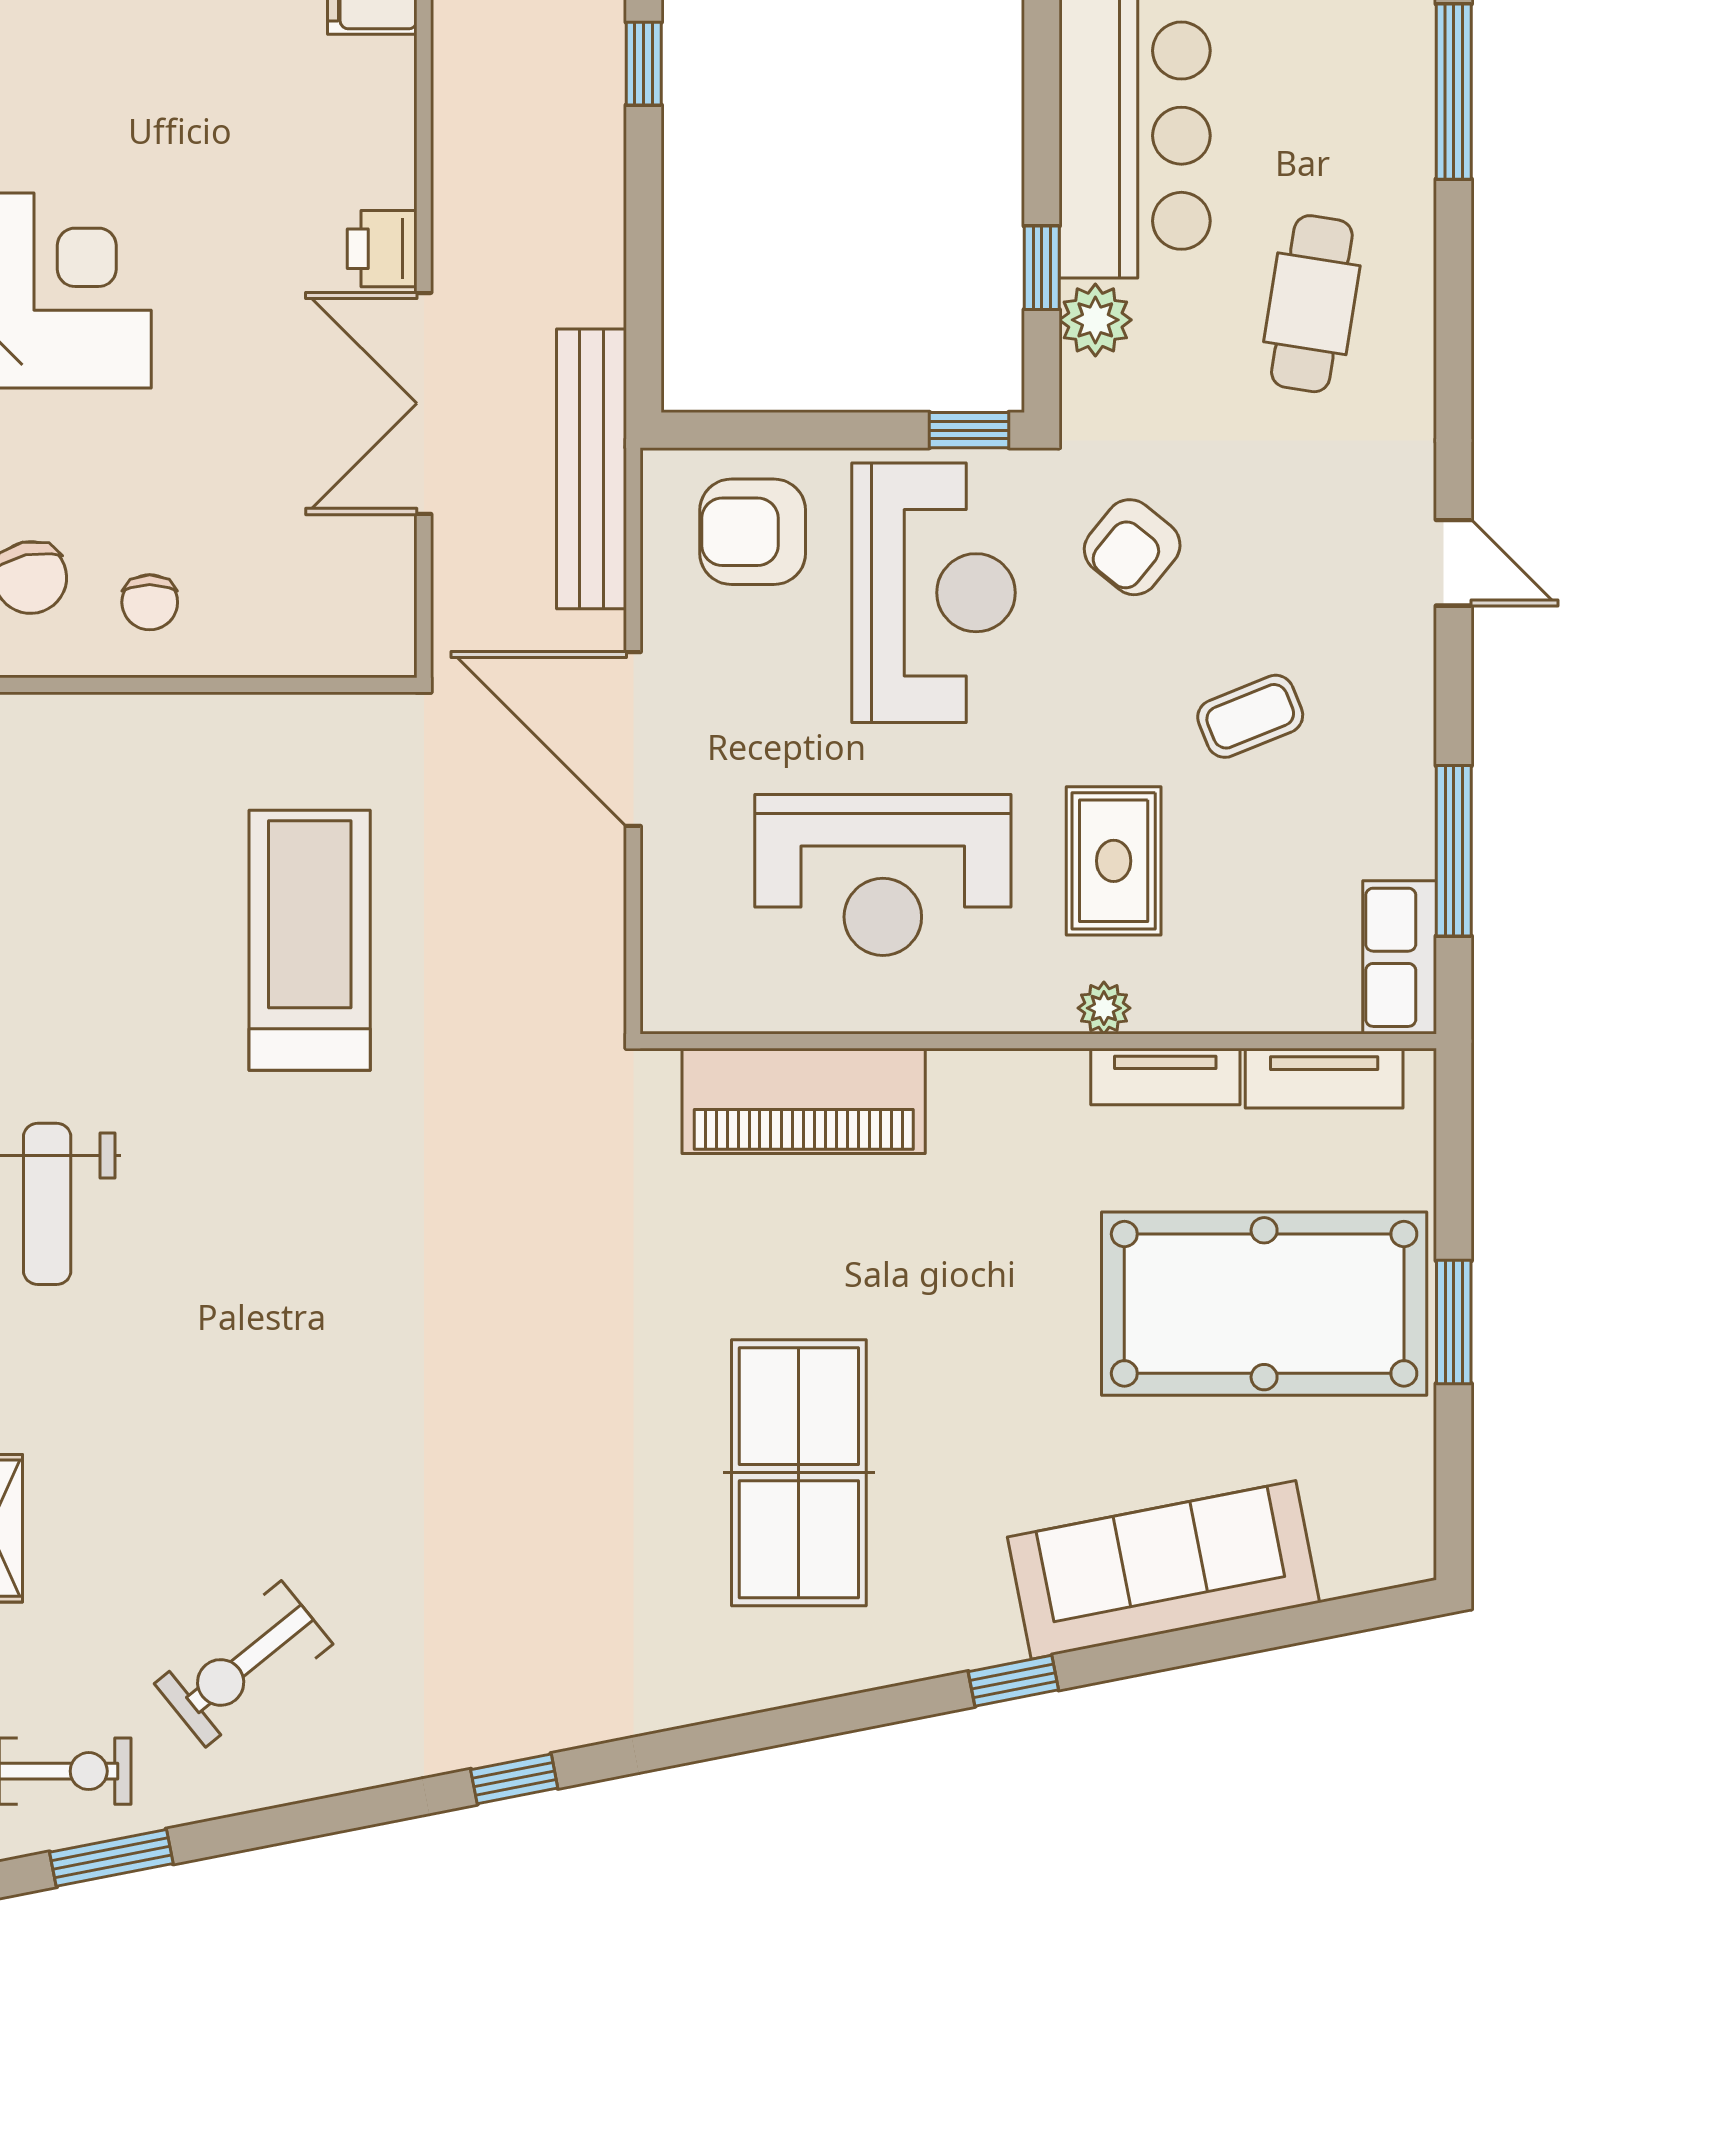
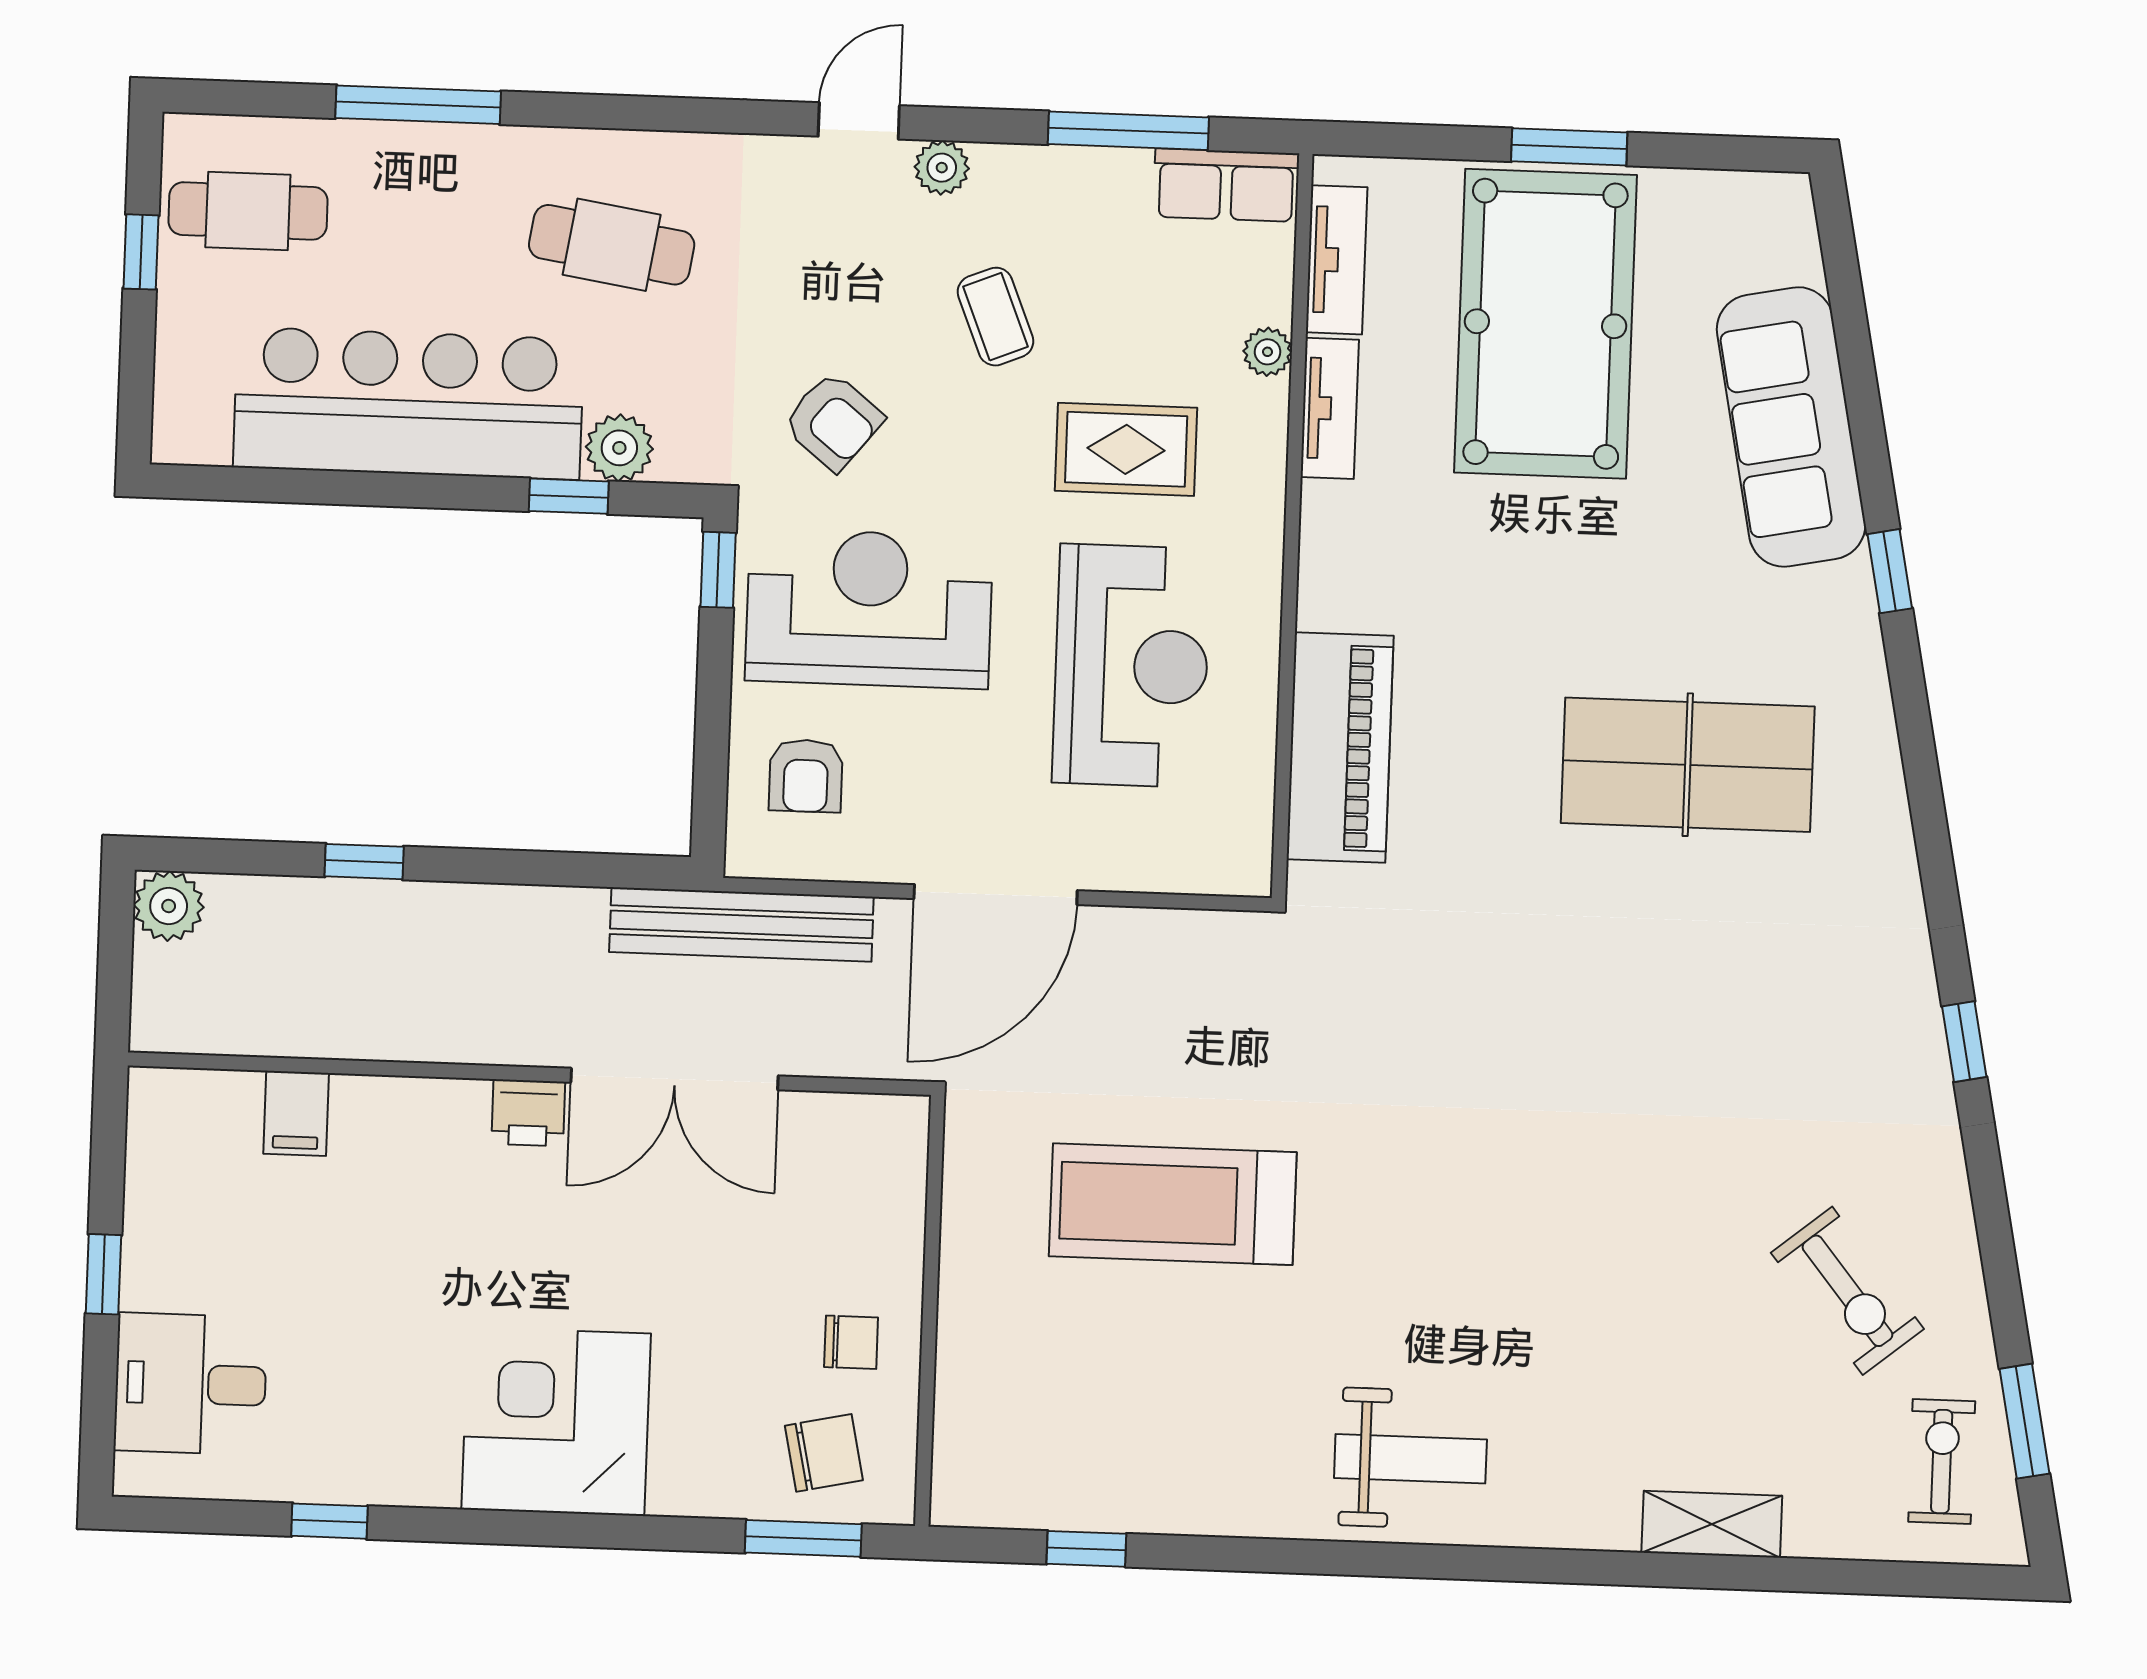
armchair: (753, 532) -> (806, 776), width x0.72, depth x0.72
plant: (1407, 653) -> (942, 168), added
plant: (1104, 1008) -> (1268, 352), moved

